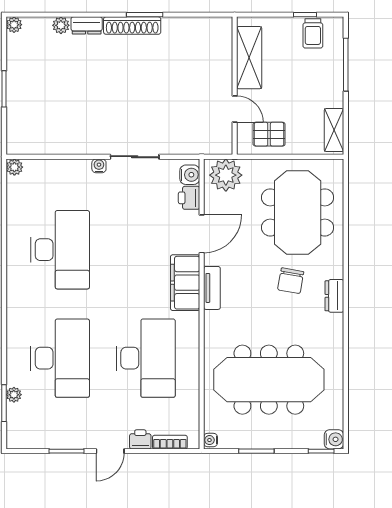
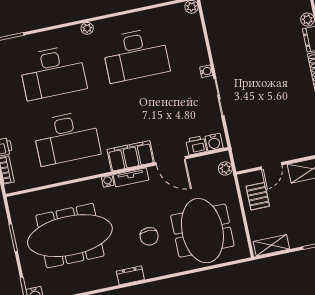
plant: (226, 175) -> (225, 168), width x0.53, depth x0.53
meeting table: (298, 212) -> (202, 231), turned 90
chair: (291, 281) -> (149, 236), turned -100
dresser: (334, 296) -> (130, 275), moved
meeting table: (269, 380) -> (70, 236), turned 90
plant: (14, 395) -> (87, 28), moved
water cooler: (211, 440) -> (108, 181), moved

